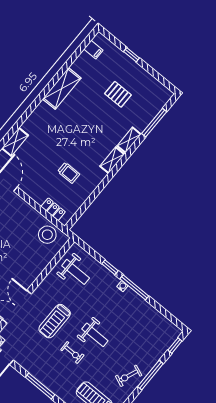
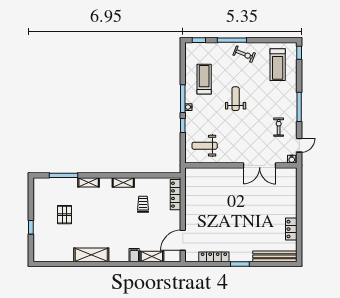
filing cabinet: (93, 50) -> (134, 255), moved
shelving: (112, 160) -> (123, 182), moved
locker: (53, 209) -> (175, 195), width x1.53
stool: (47, 235) -> (195, 185), removed
weight bench: (76, 272) -> (205, 146), turned -90
treadmill: (55, 321) -> (204, 79), moved, turned -90
exercise bike: (72, 352) -> (279, 127), moved

